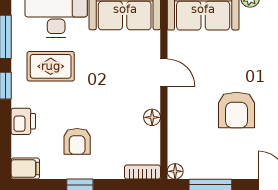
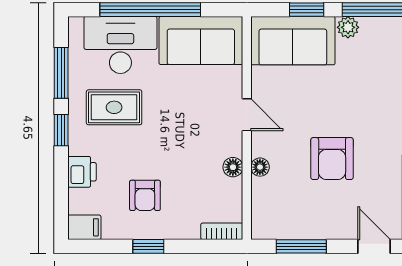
floor lamp: (175, 171) -> (260, 167), moved

